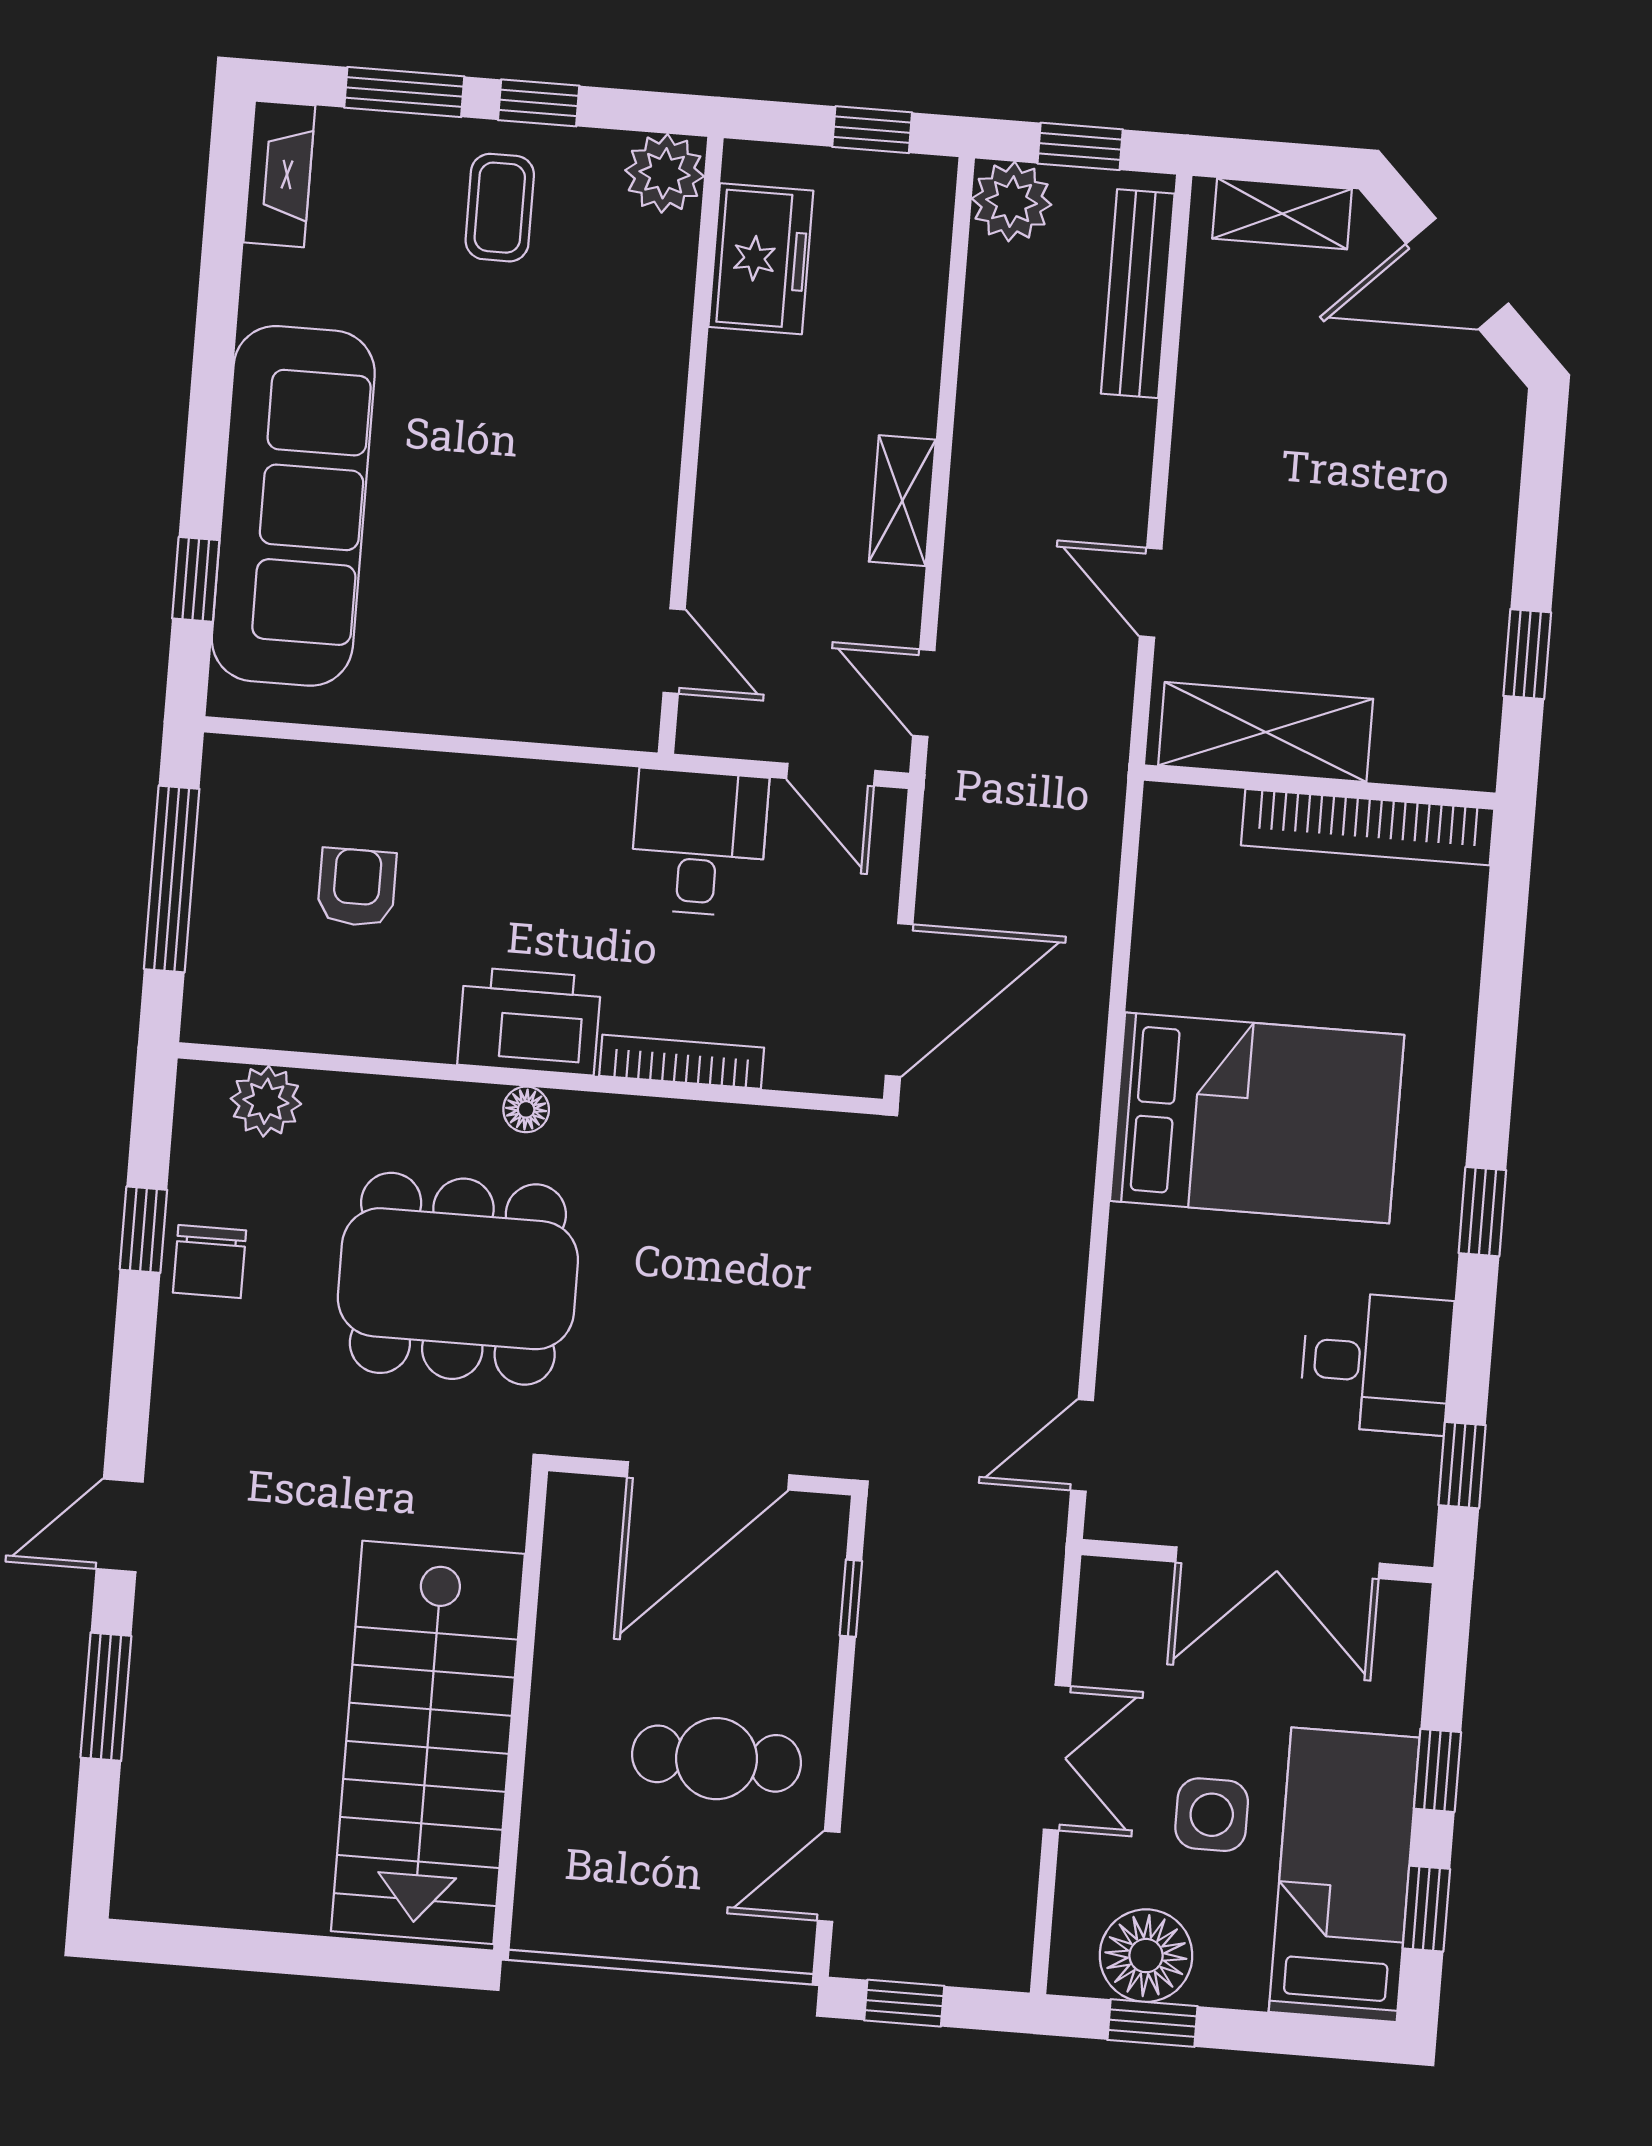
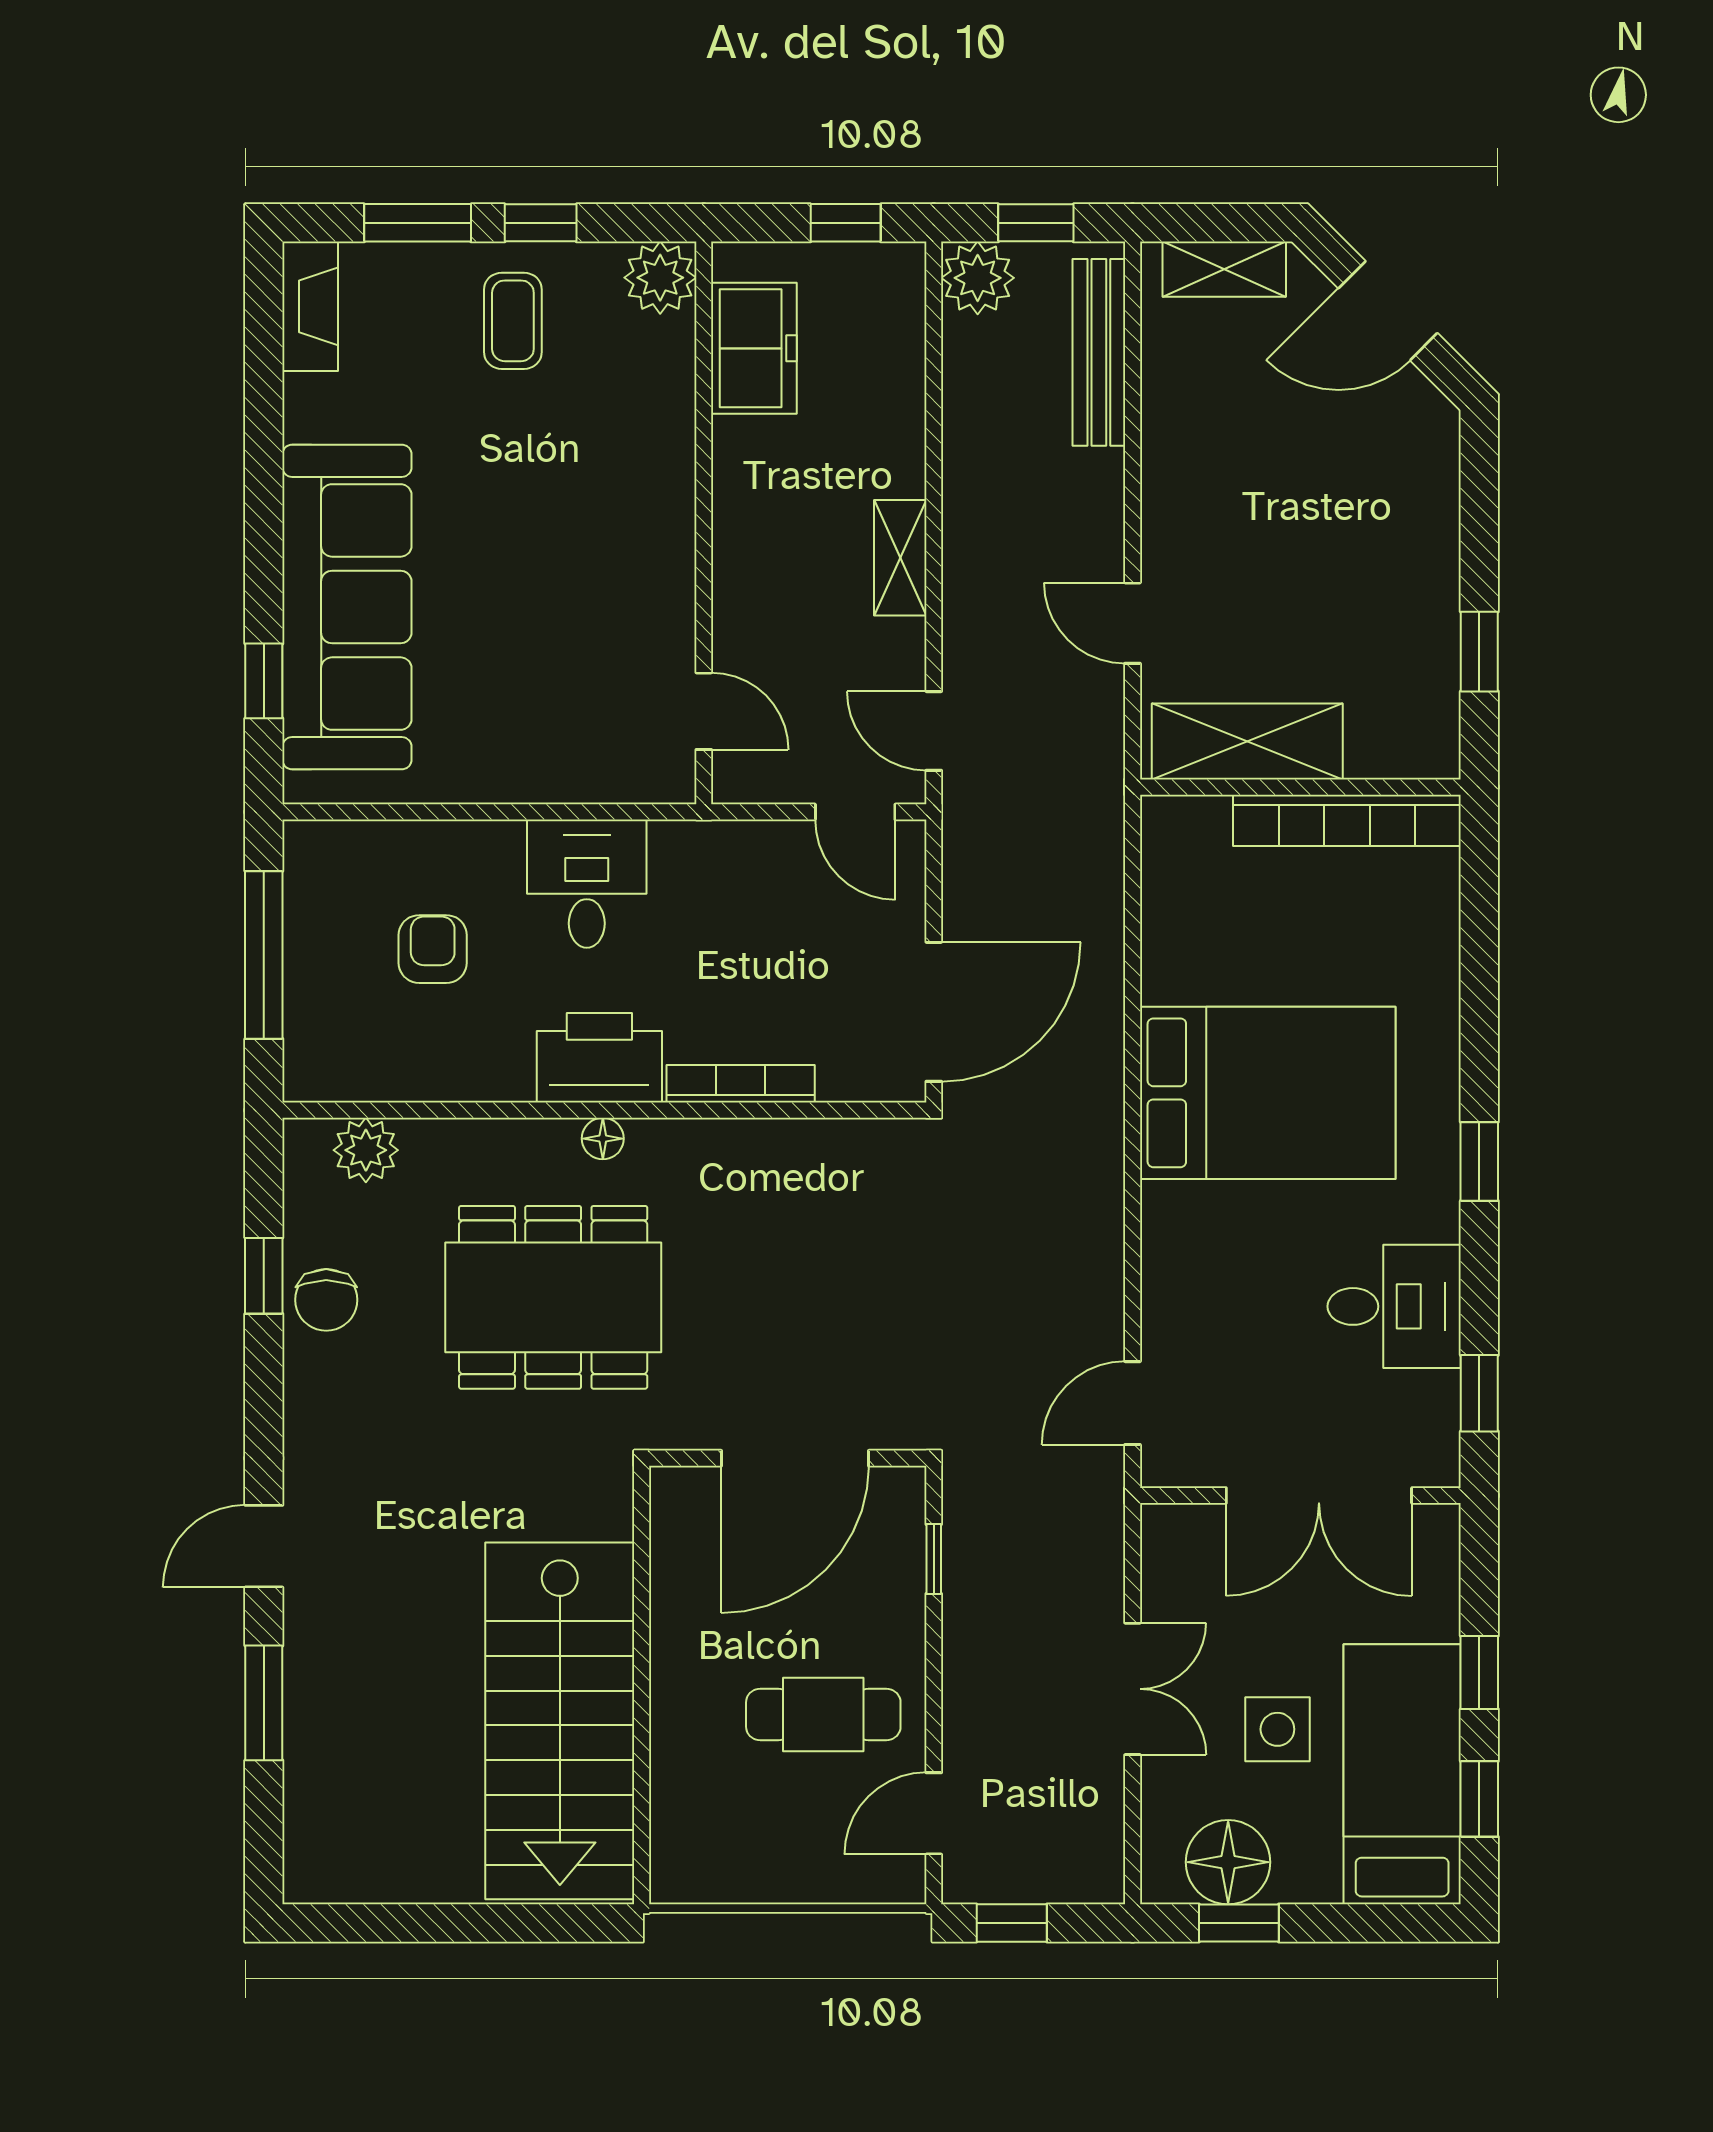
desk: (699, 843) -> (587, 884), moved

